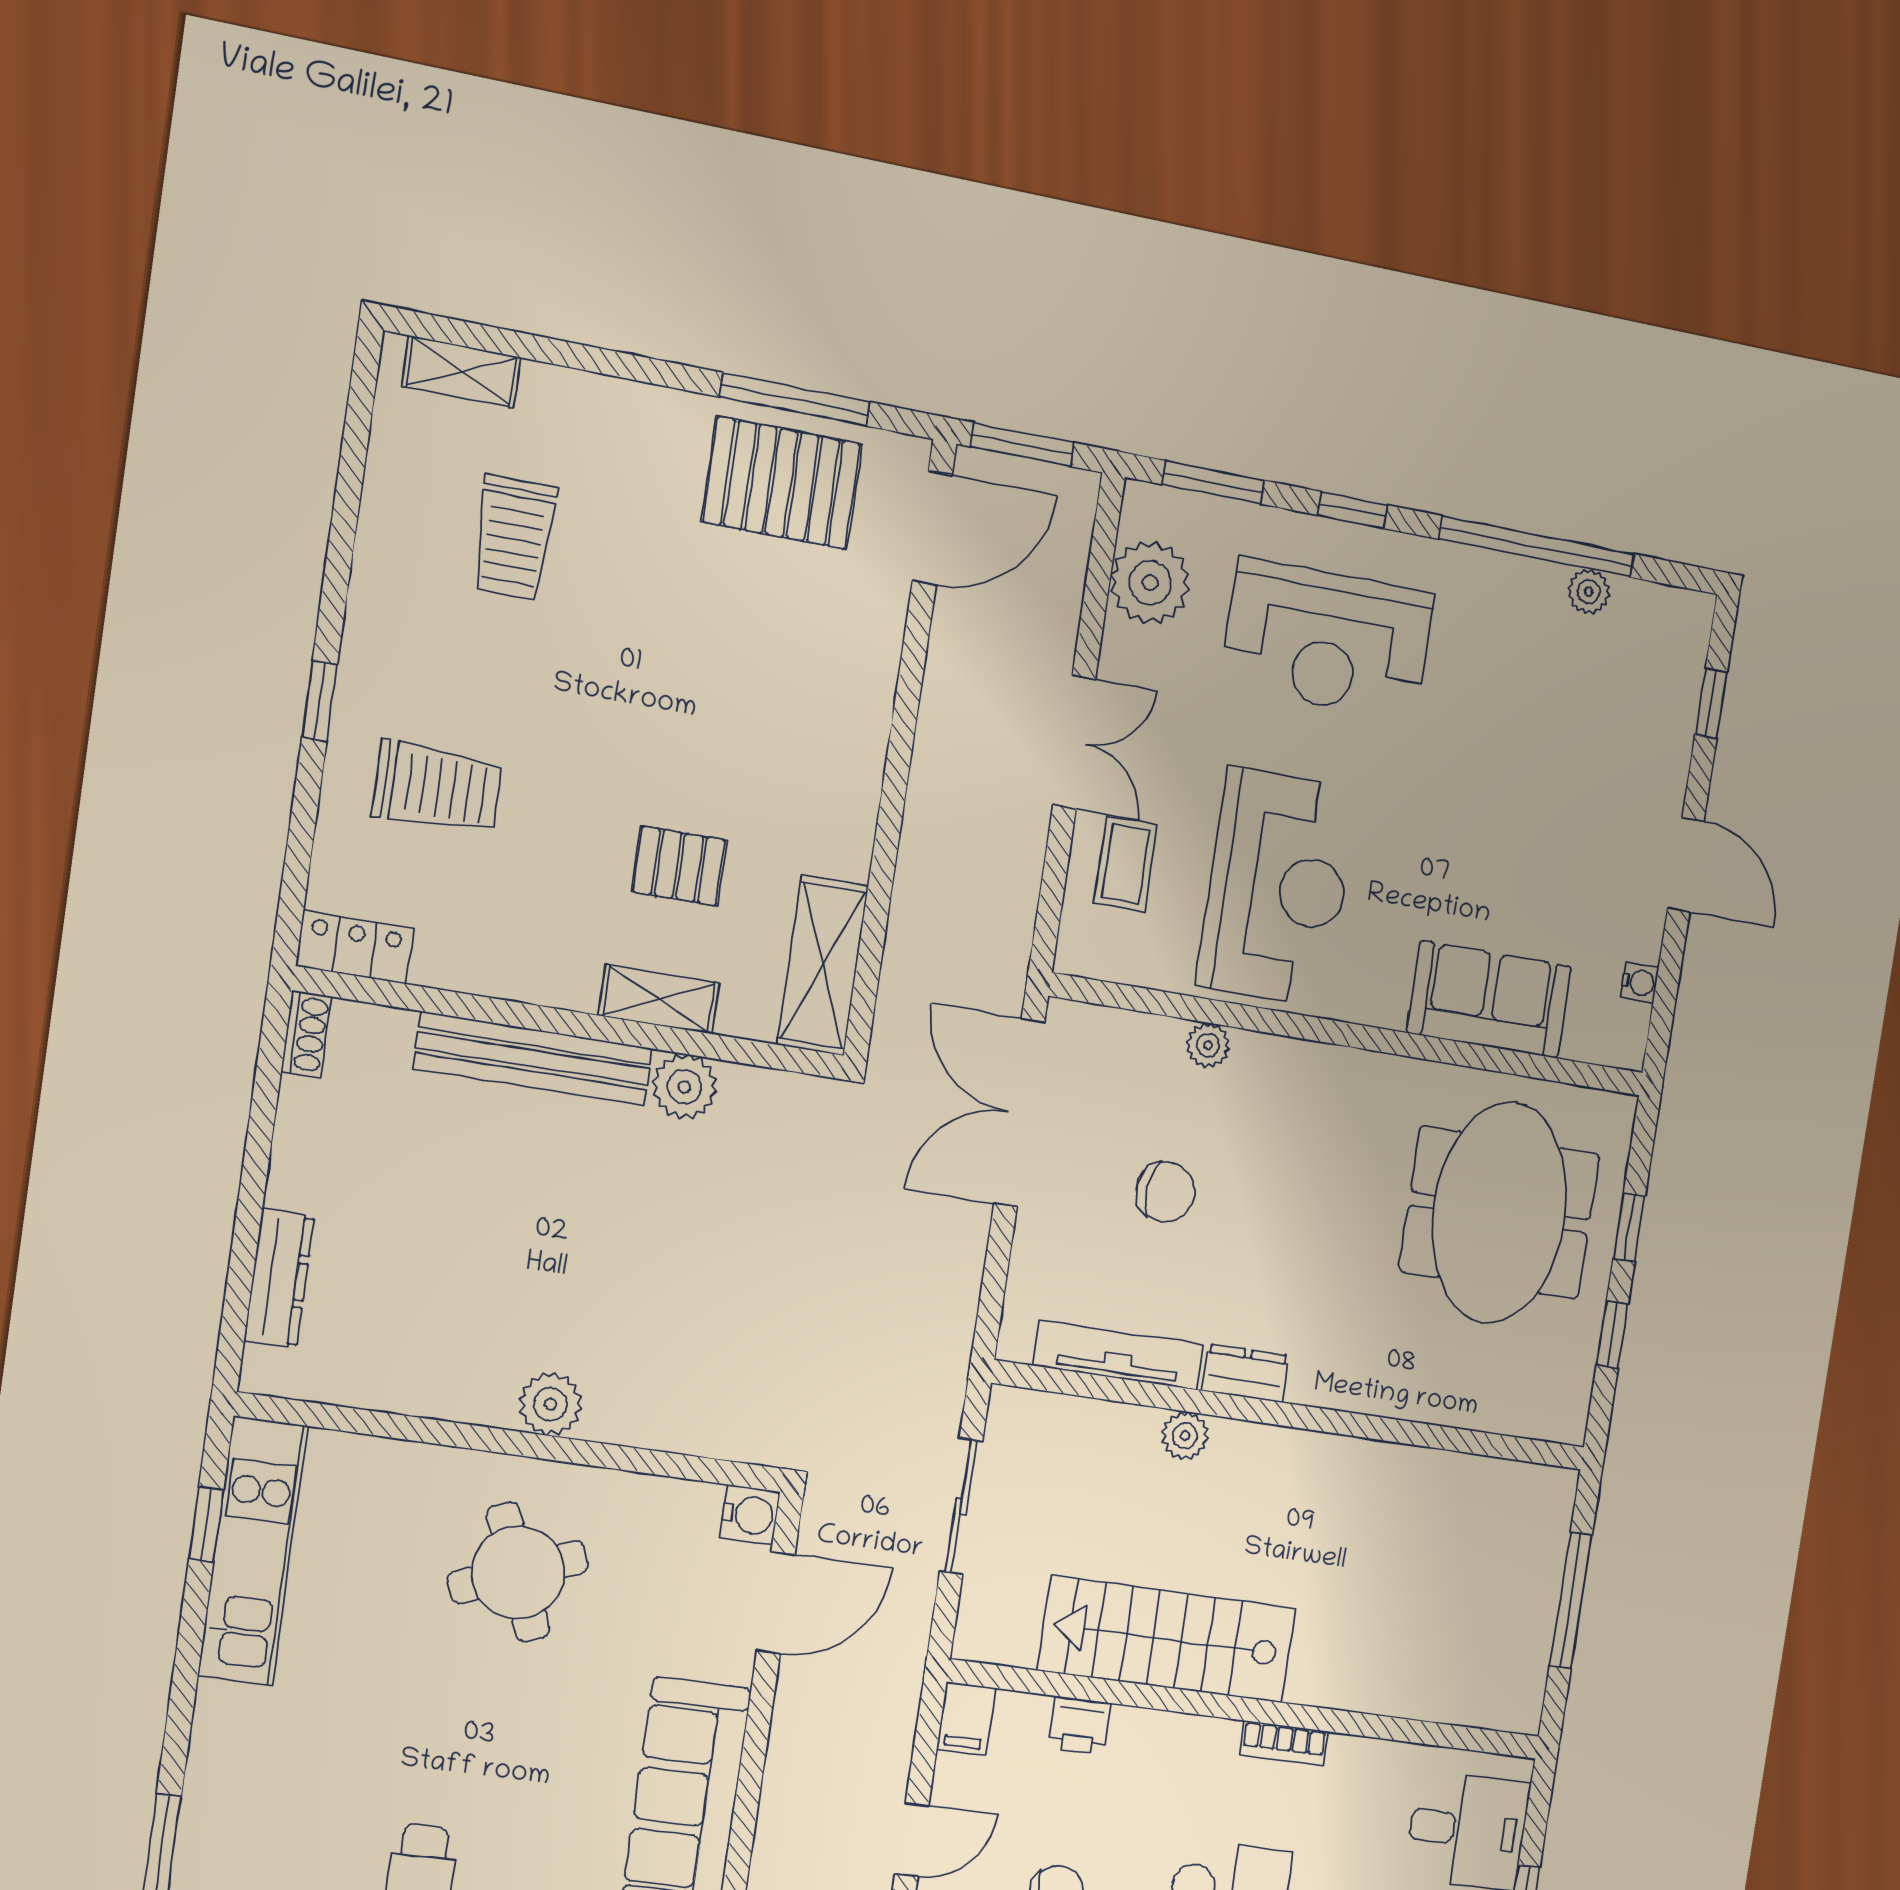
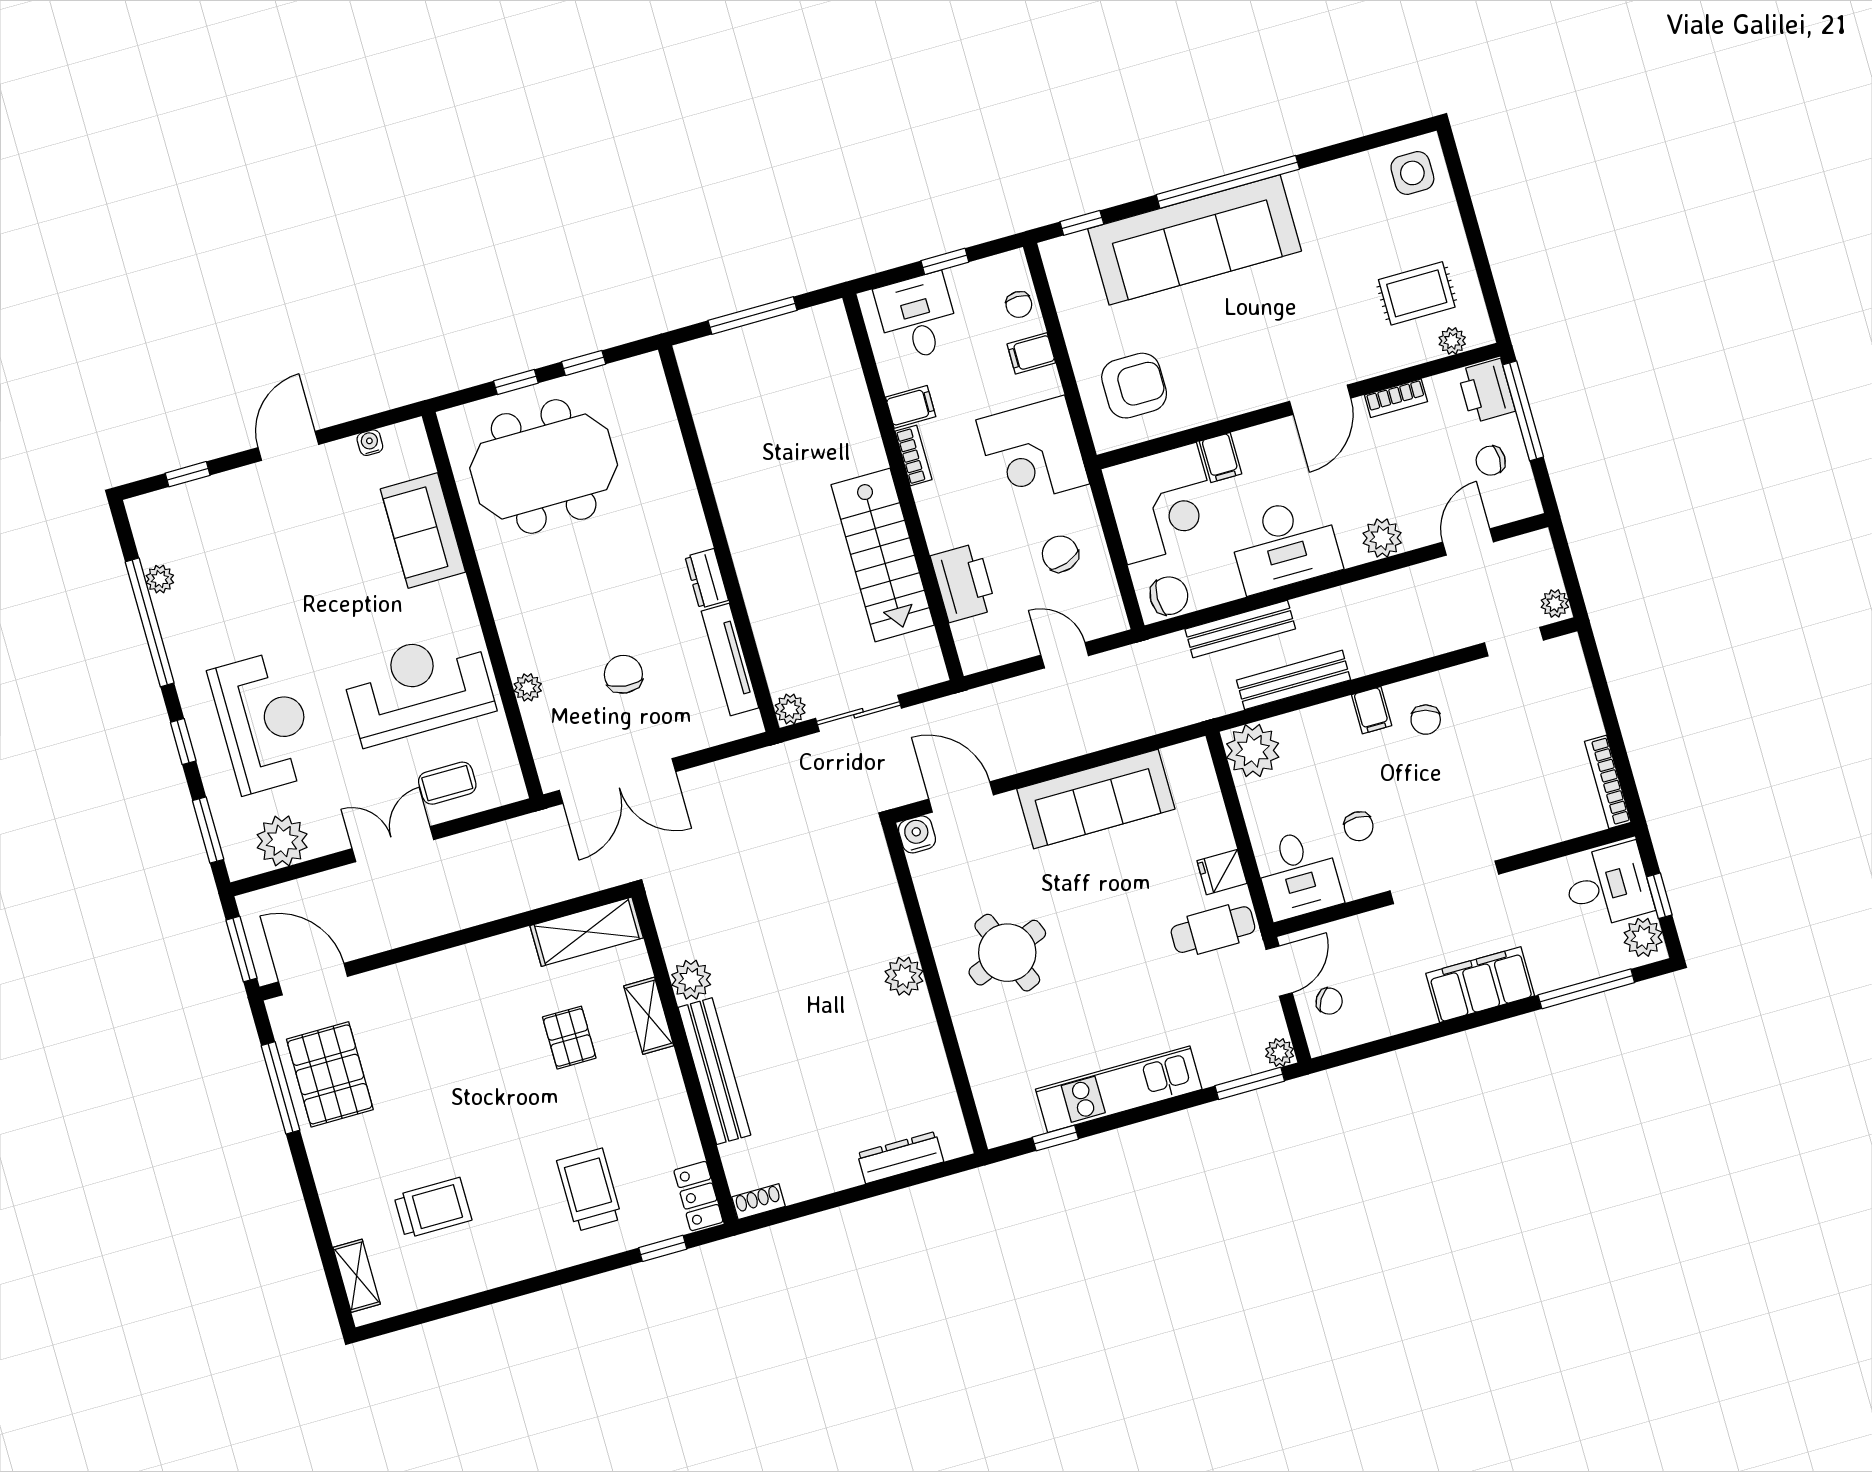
window: (320, 701) -> (663, 1248), moved
plant: (1185, 1436) -> (790, 709), moved
kitchen unit: (253, 1551) -> (1119, 1089), moved
filing cabinet: (966, 1718) -> (911, 407), moved
printer: (1079, 1725) -> (963, 583), width x1.87, depth x1.48

